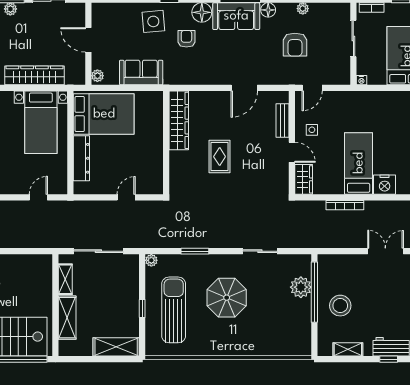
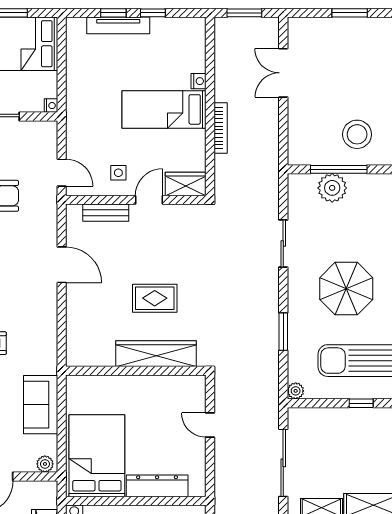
wardrobe: (179, 120) -> (156, 354), moved
nightstand: (385, 185) -> (199, 81), width x0.53, depth x0.56
window: (314, 292) -> (339, 169), width x0.68

